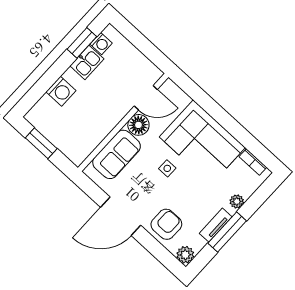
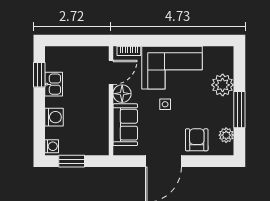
washing machine: (101, 44) -> (52, 146), moved
bookcase: (253, 162) -> (129, 51), moved
plant: (237, 201) -> (223, 85), width x1.88, depth x1.88
tv unit: (216, 225) -> (228, 112), removed
plant: (185, 255) -> (226, 135), moved

